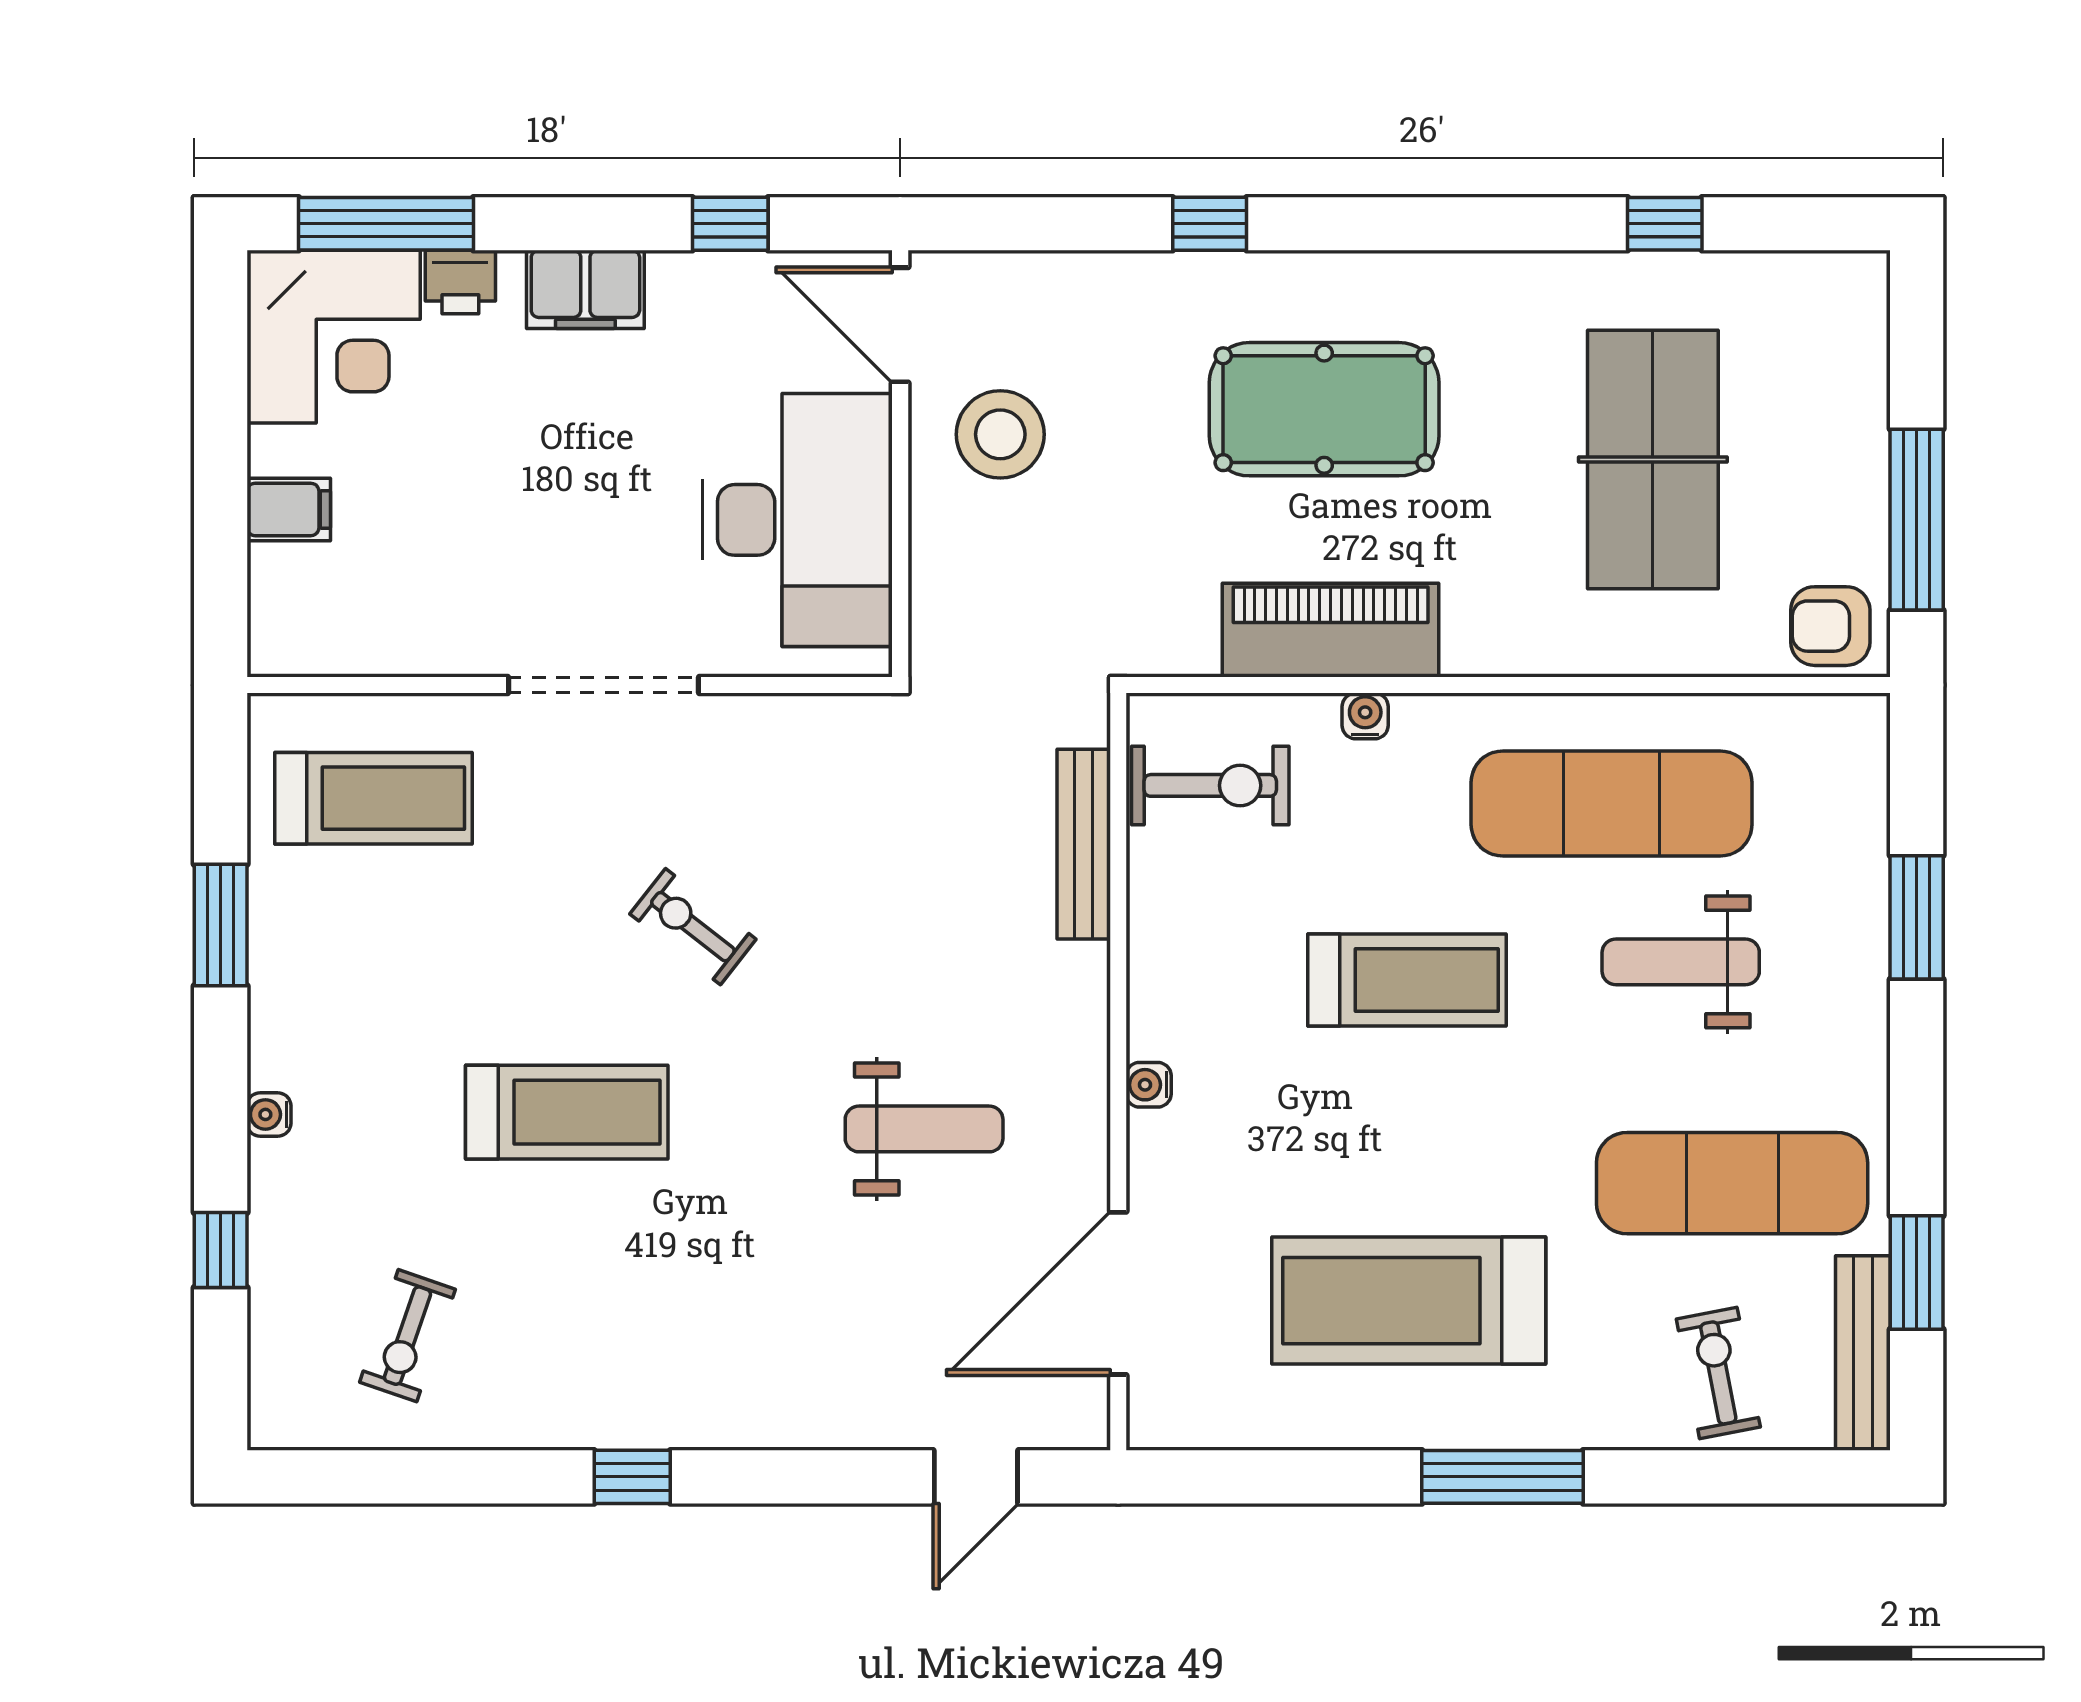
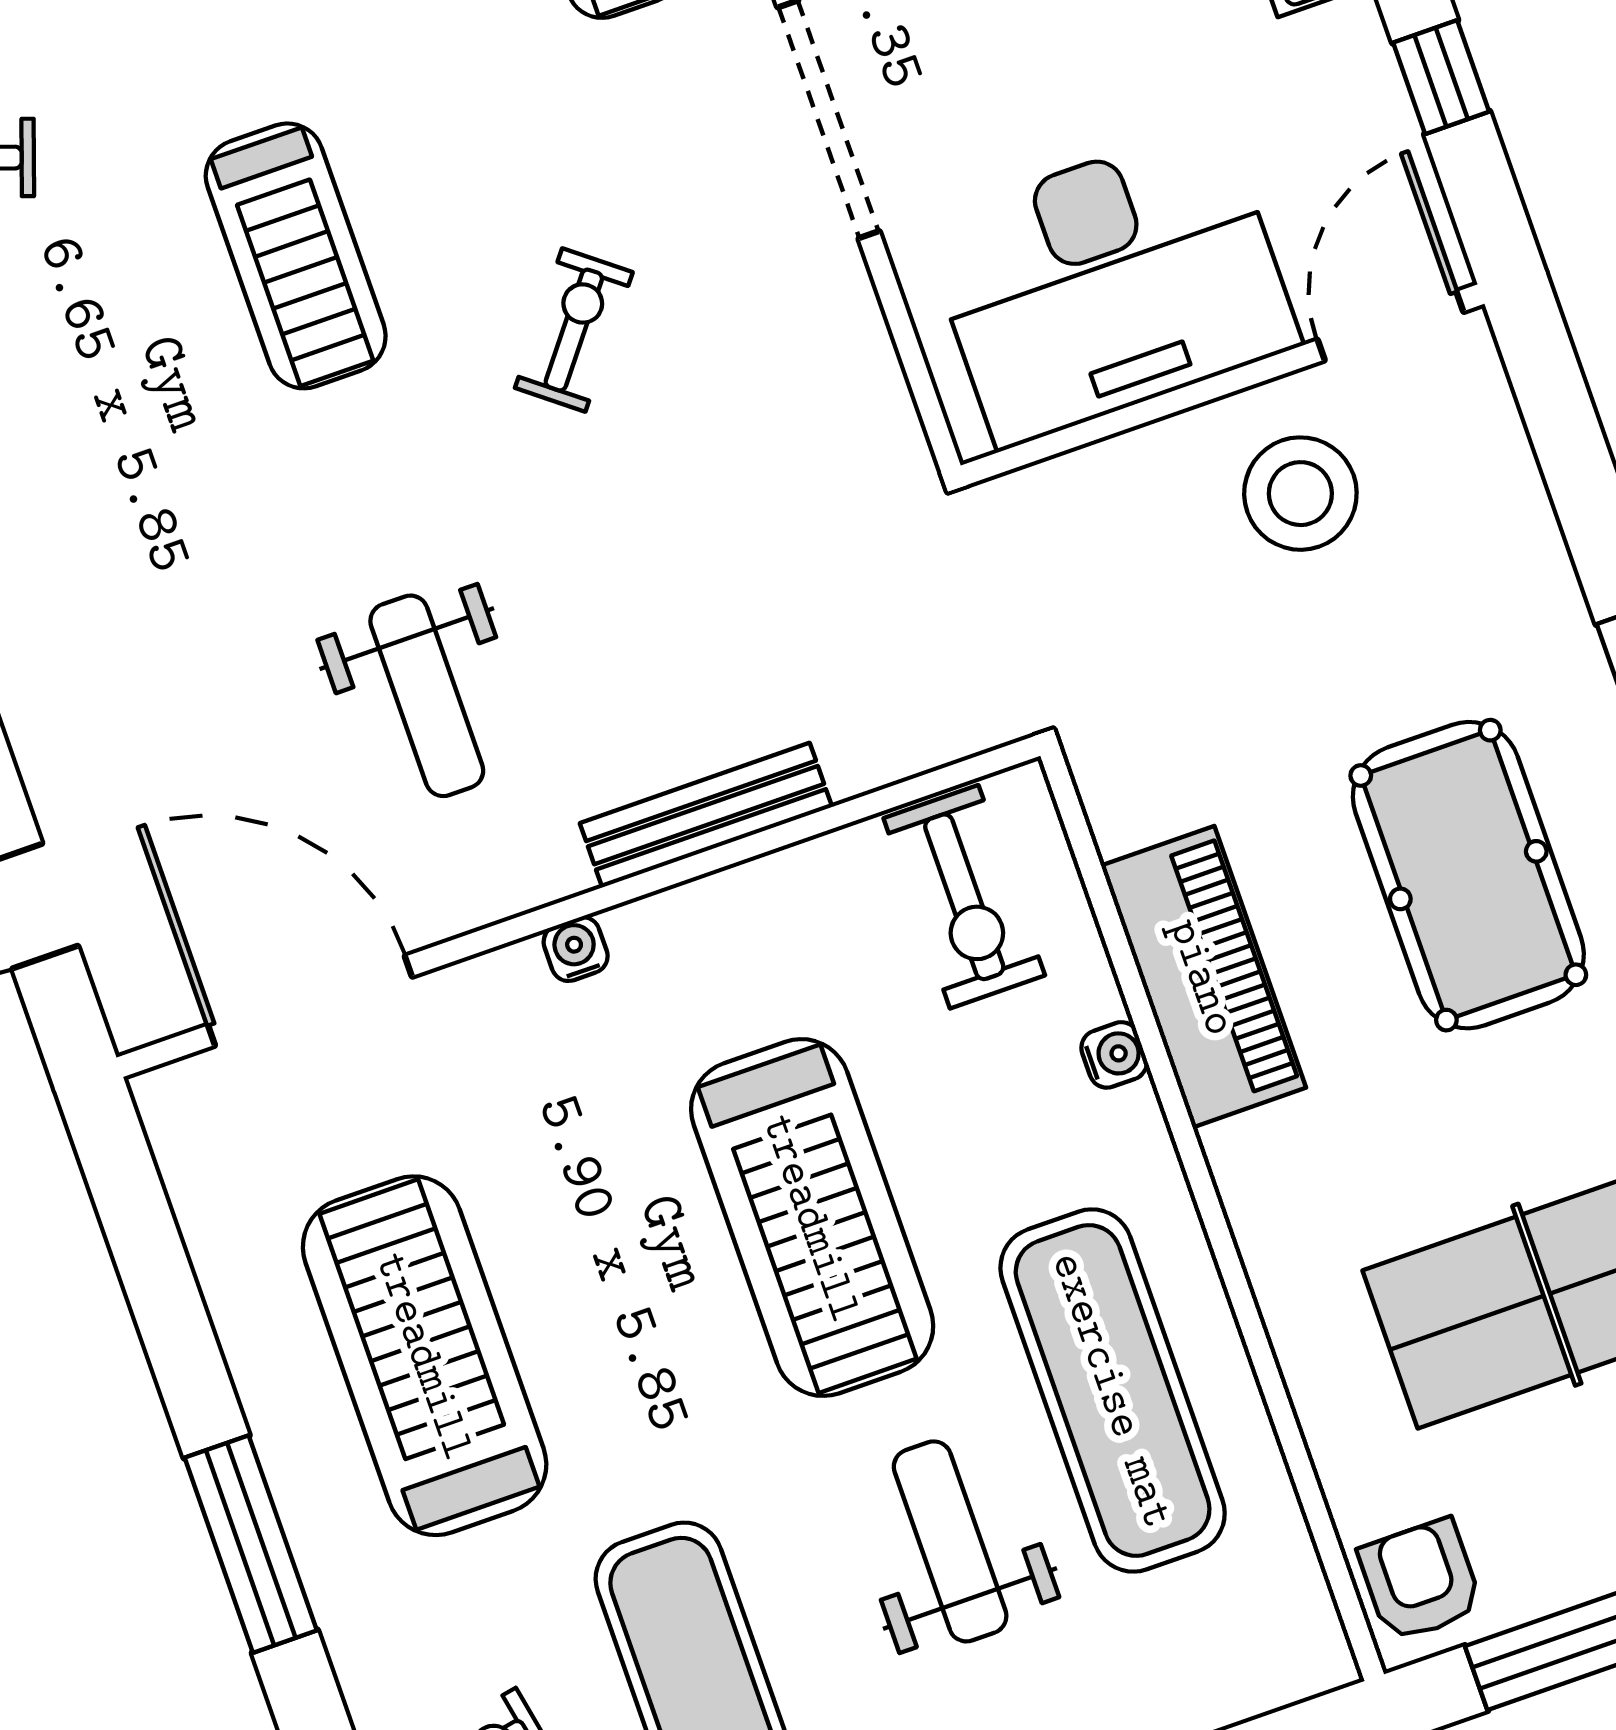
bench: (1084, 844) -> (706, 815), moved
treadmill: (1407, 980) -> (812, 1218), width x1.37, depth x1.38

